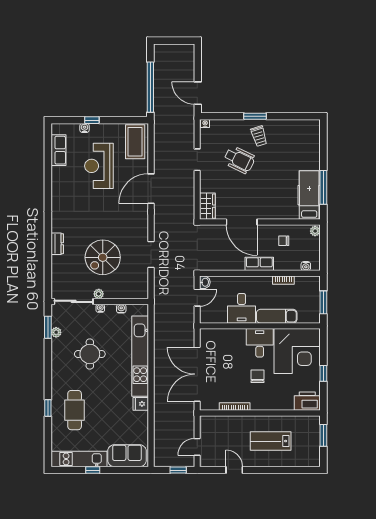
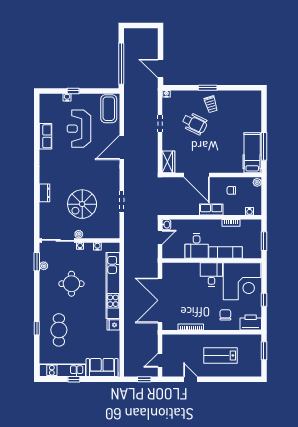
row of seats: (58, 150) -> (46, 136), moved
chair: (257, 376) -> (225, 315), moved

